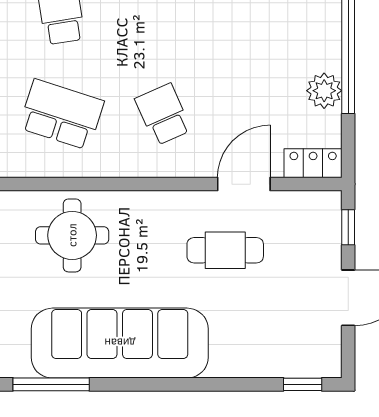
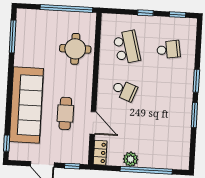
school desk: (61, 114) -> (127, 47), turned -33
school desk: (163, 114) -> (124, 90), turned 45
sofa: (120, 343) -> (26, 105), moved

